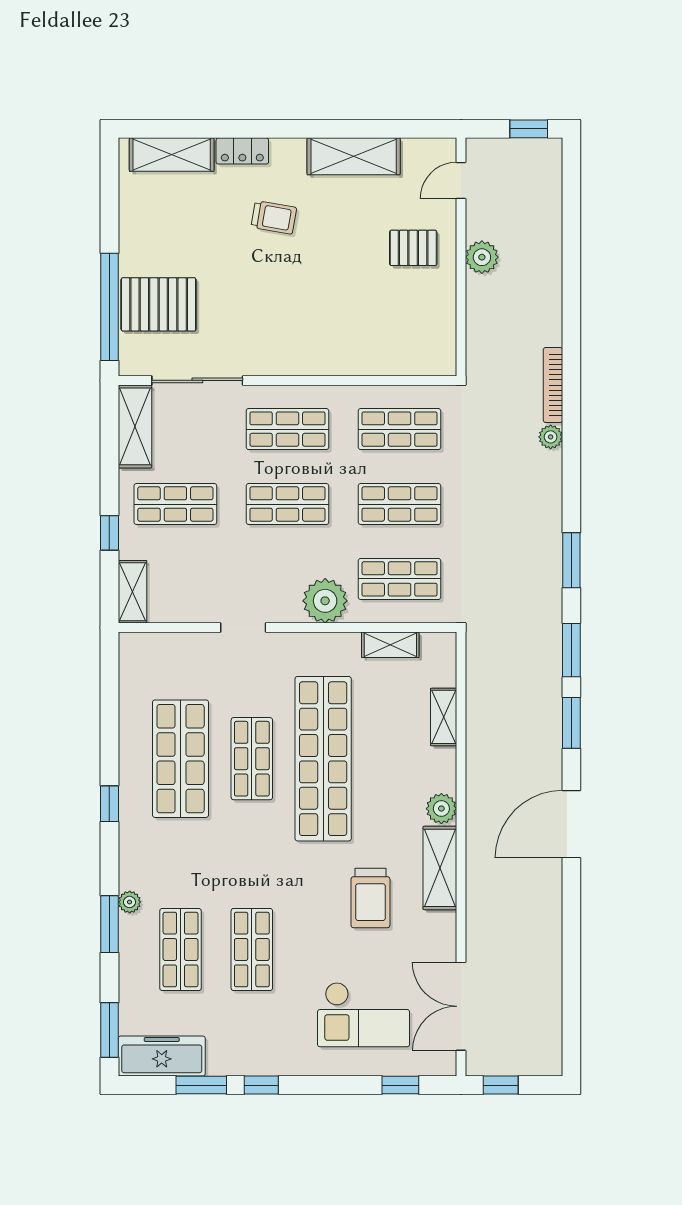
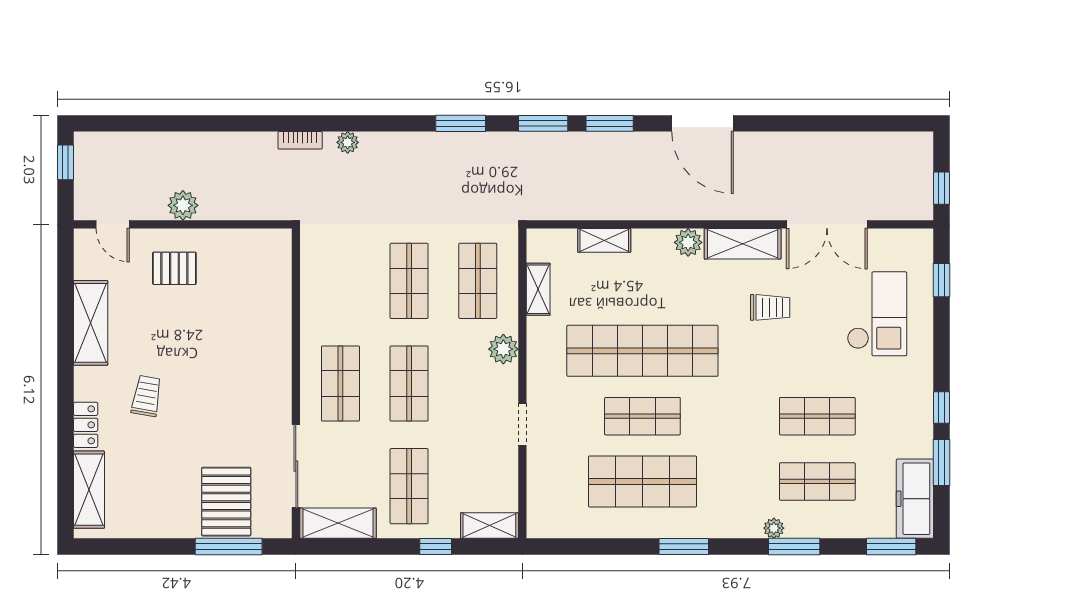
pallet: (413, 248) -> (174, 268), turned 90
window: (109, 307) -> (229, 547), width x0.68
bookcase: (553, 385) -> (300, 140), width x0.64
shop shelf: (400, 429) -> (340, 281), removed
plant: (325, 601) -> (503, 349), width x0.73, depth x0.73
window: (109, 804) -> (684, 547), width x1.50
trolley: (370, 898) -> (770, 307), width x0.73, depth x0.72
double door: (461, 1006) -> (827, 224), moved

